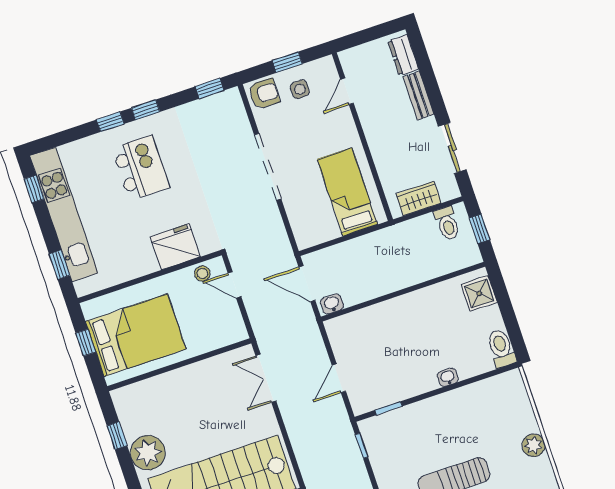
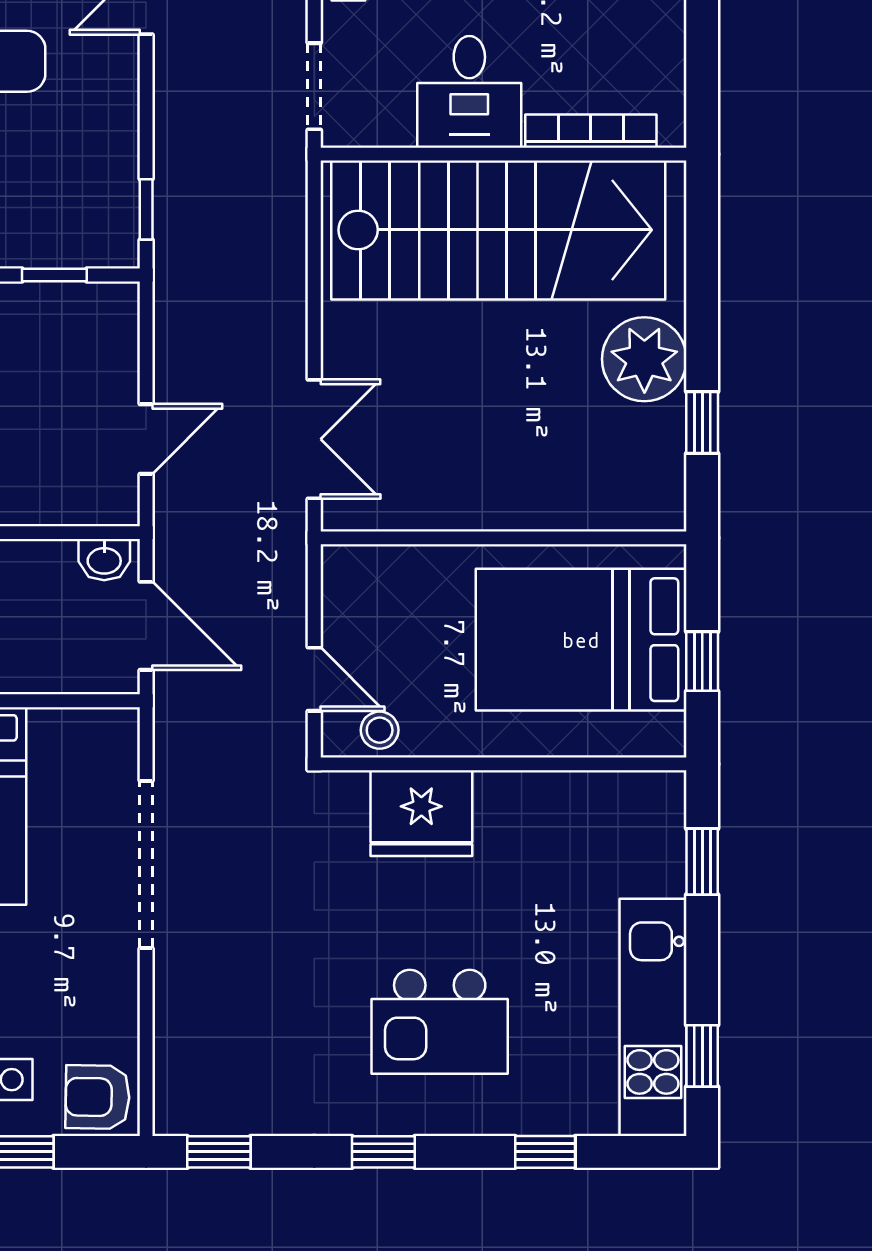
window: (110, 122) -> (545, 1152), moved
doorway: (268, 167) -> (146, 864), moved
kitchen island: (141, 168) -> (440, 1022), turned -90
kitchen unit: (64, 214) -> (653, 1017), width x0.73
door: (339, 378) -> (146, 439), moved

